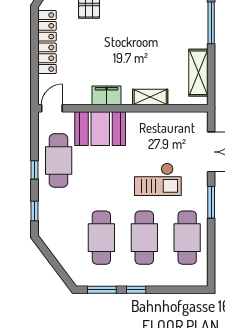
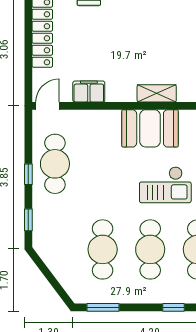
filing cabinet: (107, 95) -> (89, 92), moved
booth: (100, 129) -> (150, 128), moved
window: (136, 290) -> (174, 307), moved

